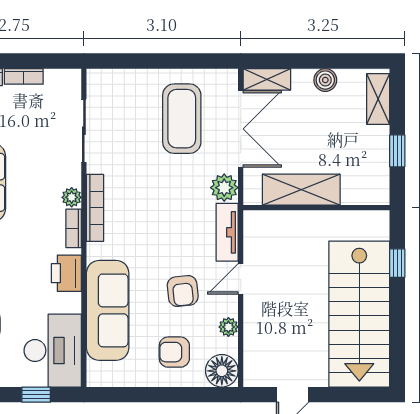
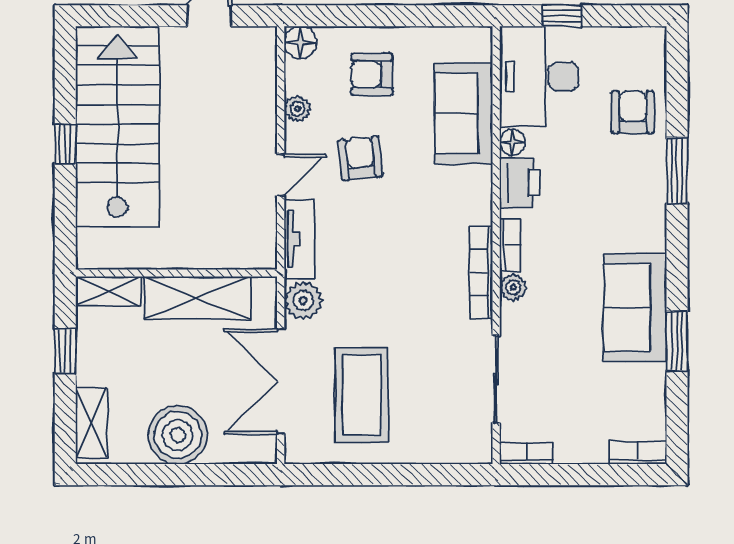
bookcase: (24, 76) -> (526, 453), moved
shelving: (267, 79) -> (108, 291), moved
boiler: (325, 80) -> (178, 435), width x1.86, depth x1.86
window: (397, 263) -> (65, 144), moved
floor lamp: (72, 303) -> (513, 142), added
sofa: (108, 310) -> (464, 113), width x0.73
armchair: (174, 352) -> (372, 74), turned 180
floor lamp: (222, 371) -> (300, 42), width x0.73, depth x0.73

